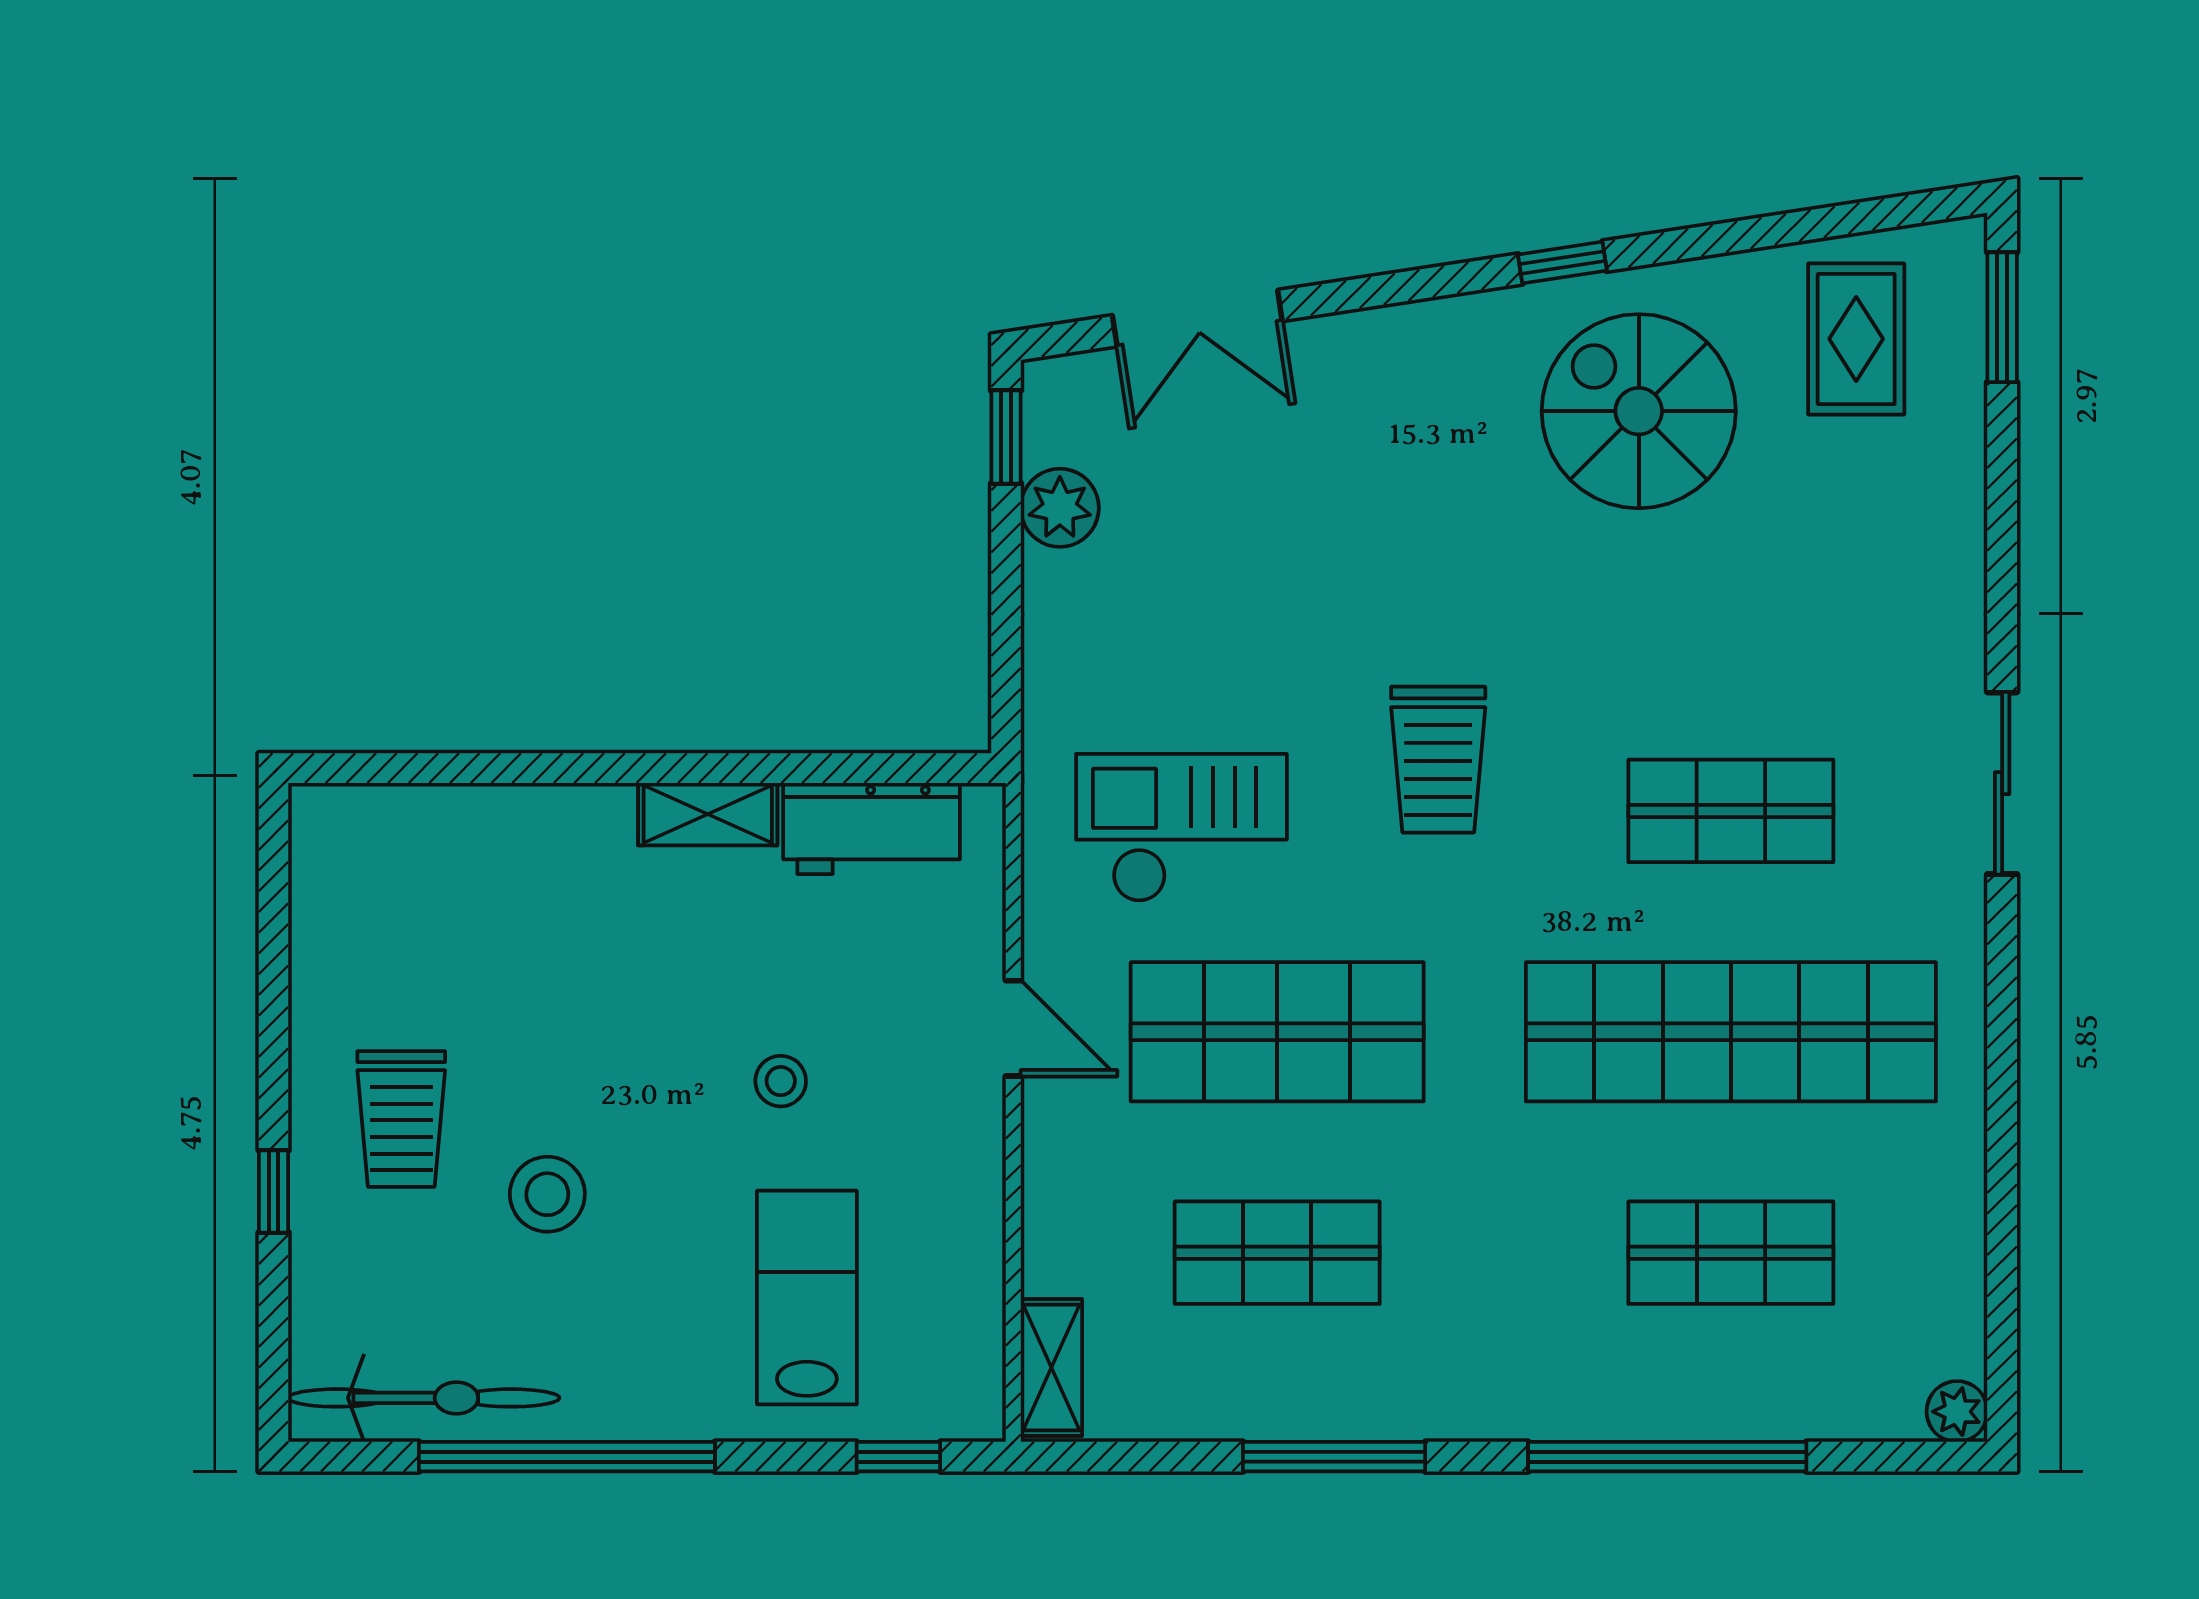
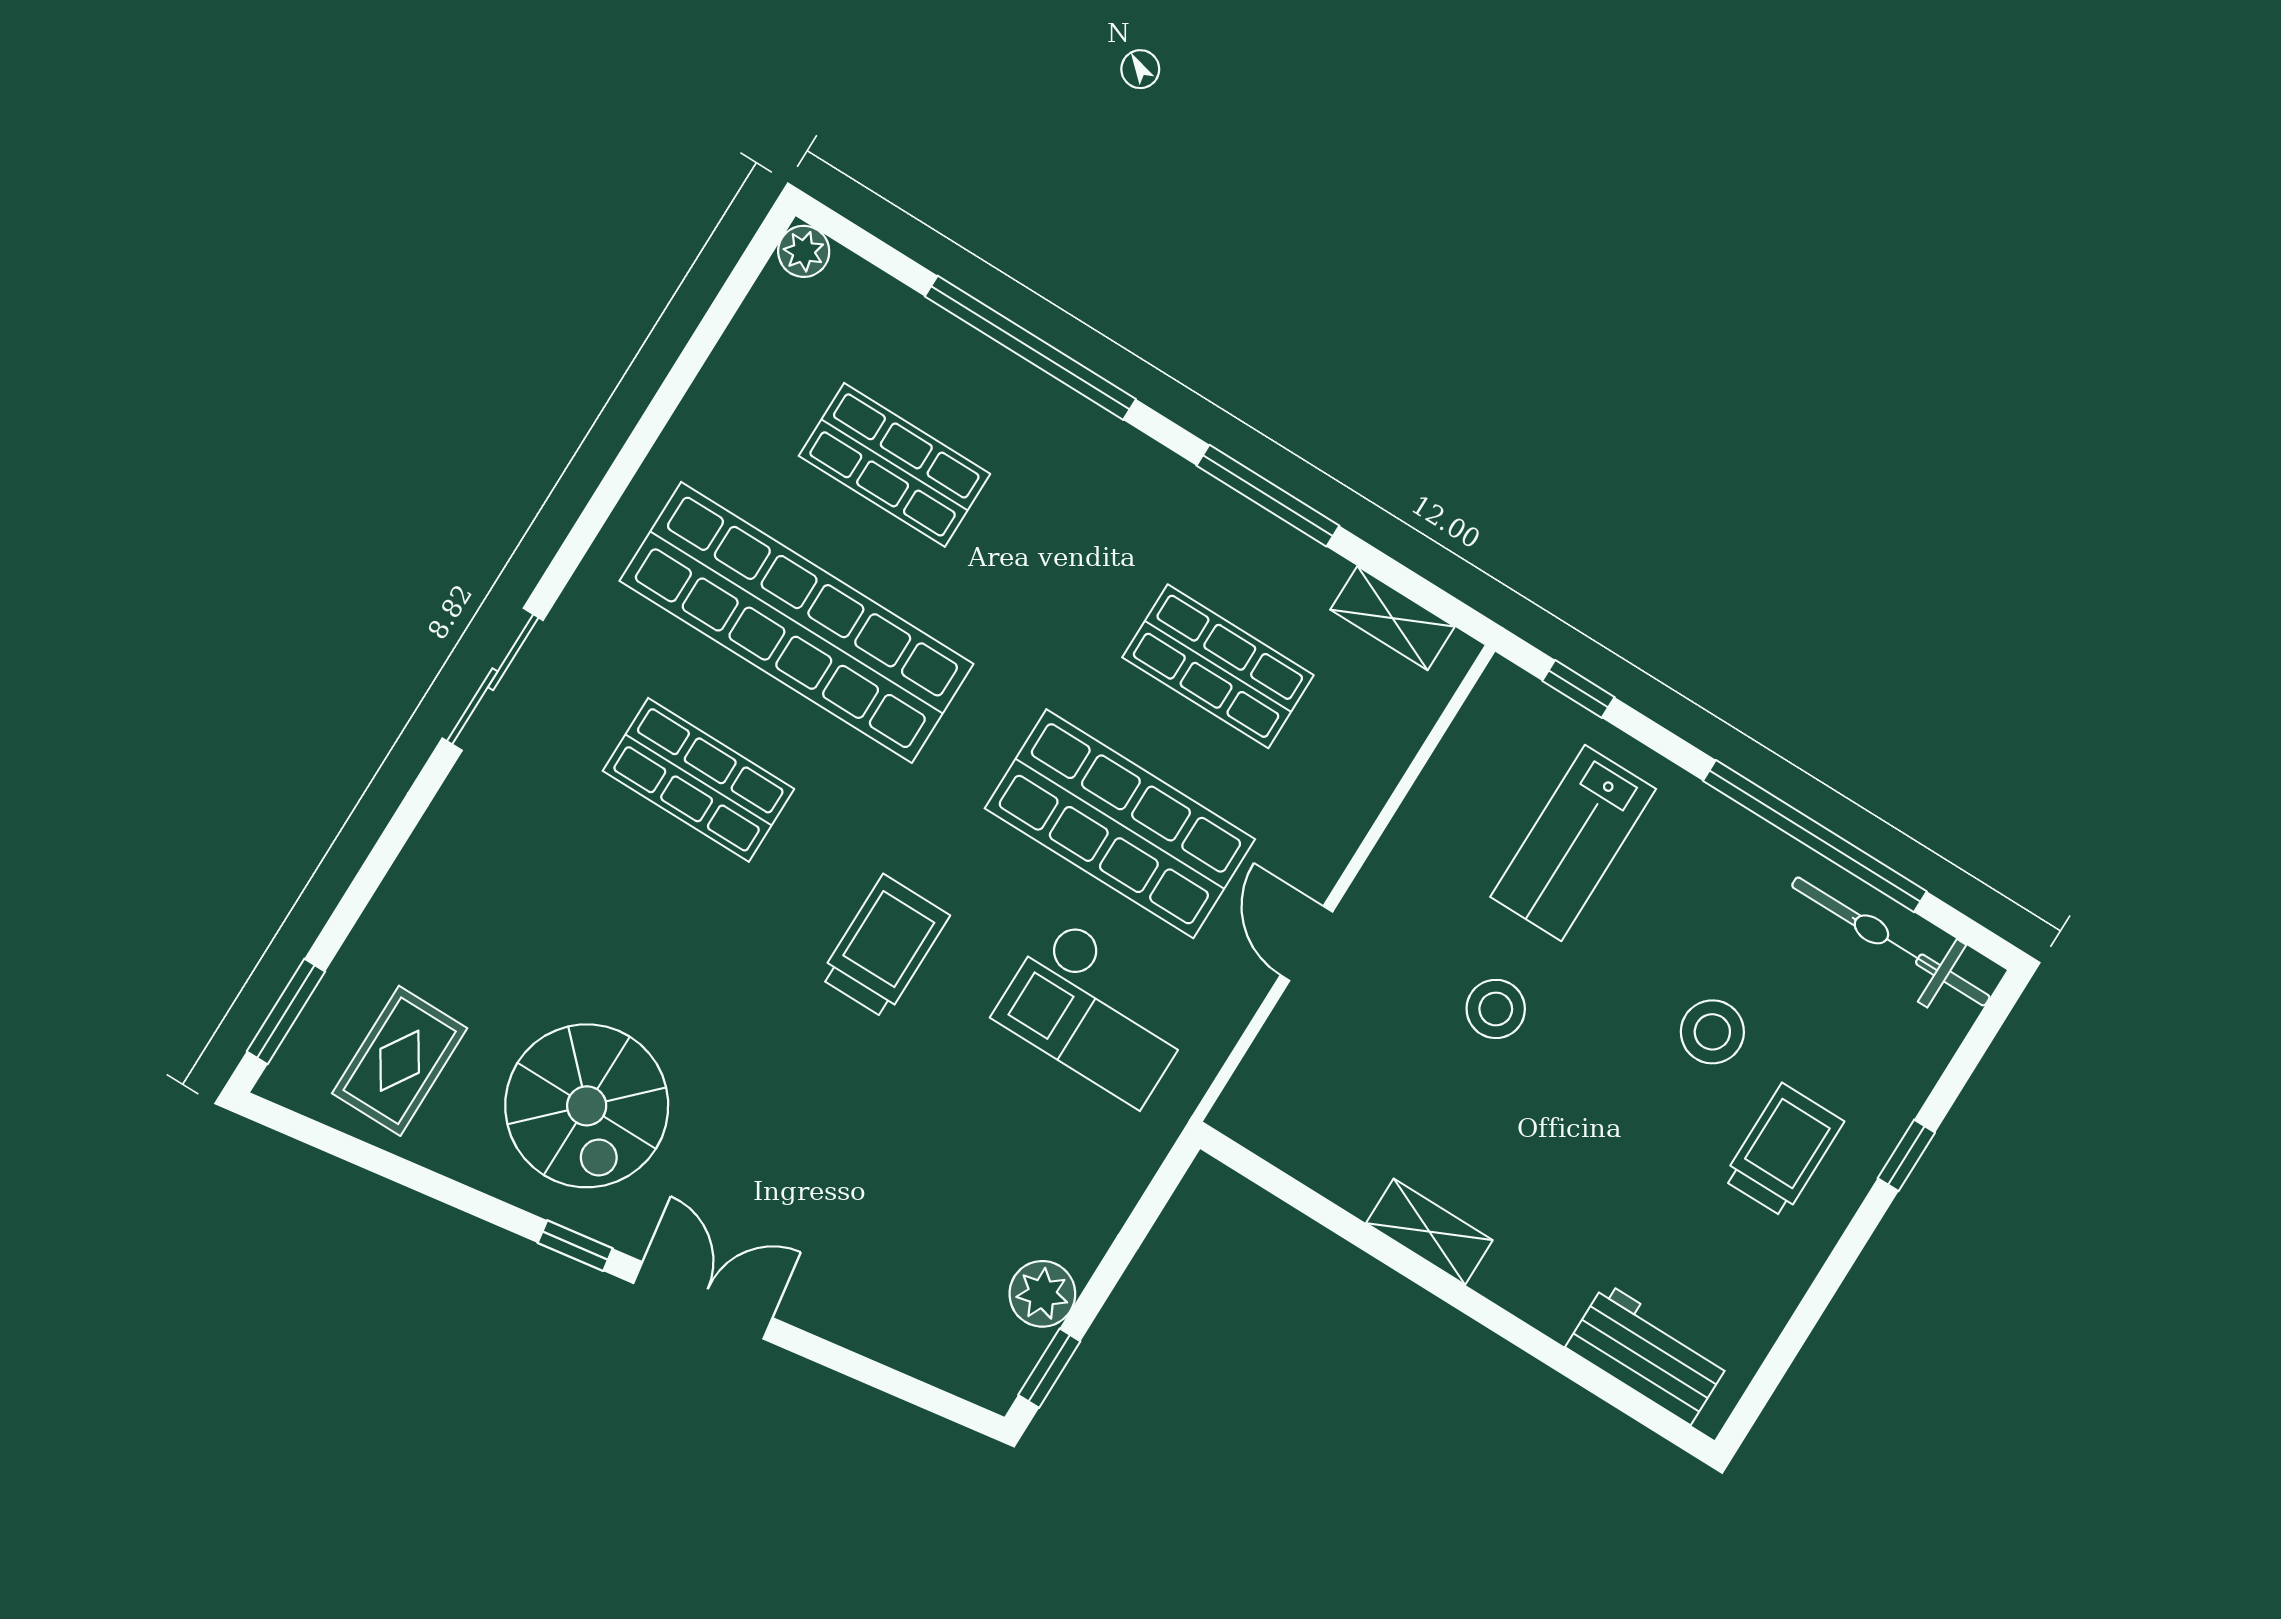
double door: (1197, 318) -> (703, 1300), moved
workbench: (871, 828) -> (1648, 1354), moved
stool: (781, 1081) -> (1496, 1009), width x1.37, depth x1.37
shelving: (1051, 1368) -> (1392, 618), moved, turned 90

